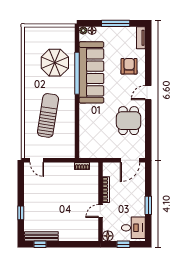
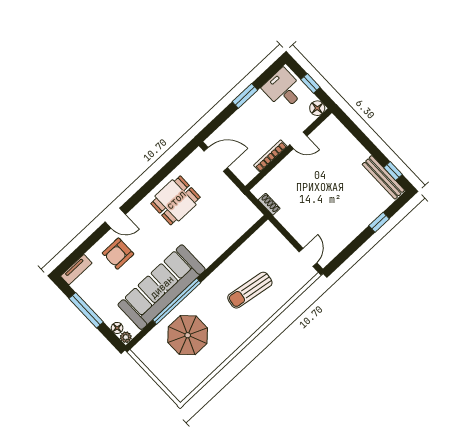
door: (148, 93) -> (115, 218), moved
sun lounger: (48, 115) -> (250, 290), width x0.73, depth x0.75

